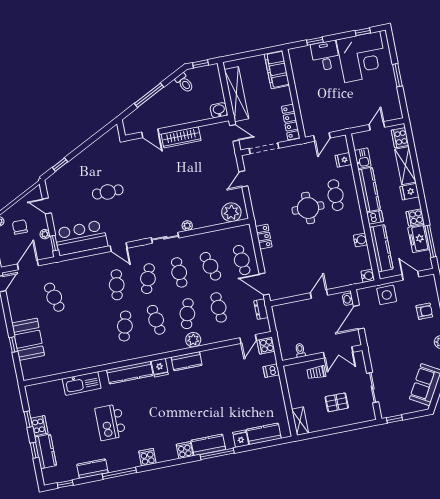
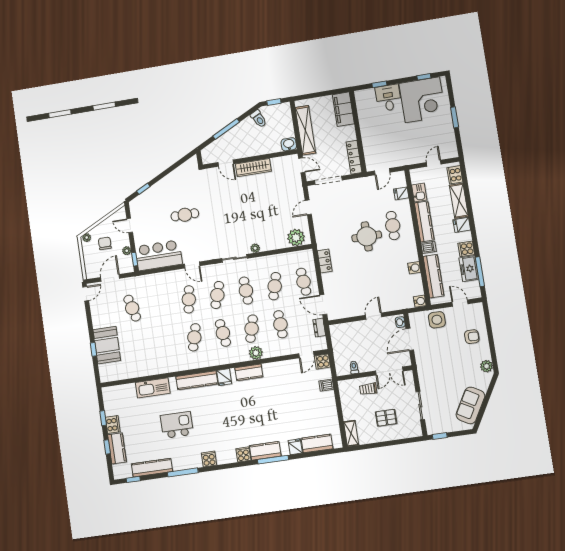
cafe table: (210, 266) -> (275, 286), turned 33
kitchen island: (110, 422) -> (177, 425), turned 90
kitchen counter: (92, 469) -> (152, 468), width x1.50

